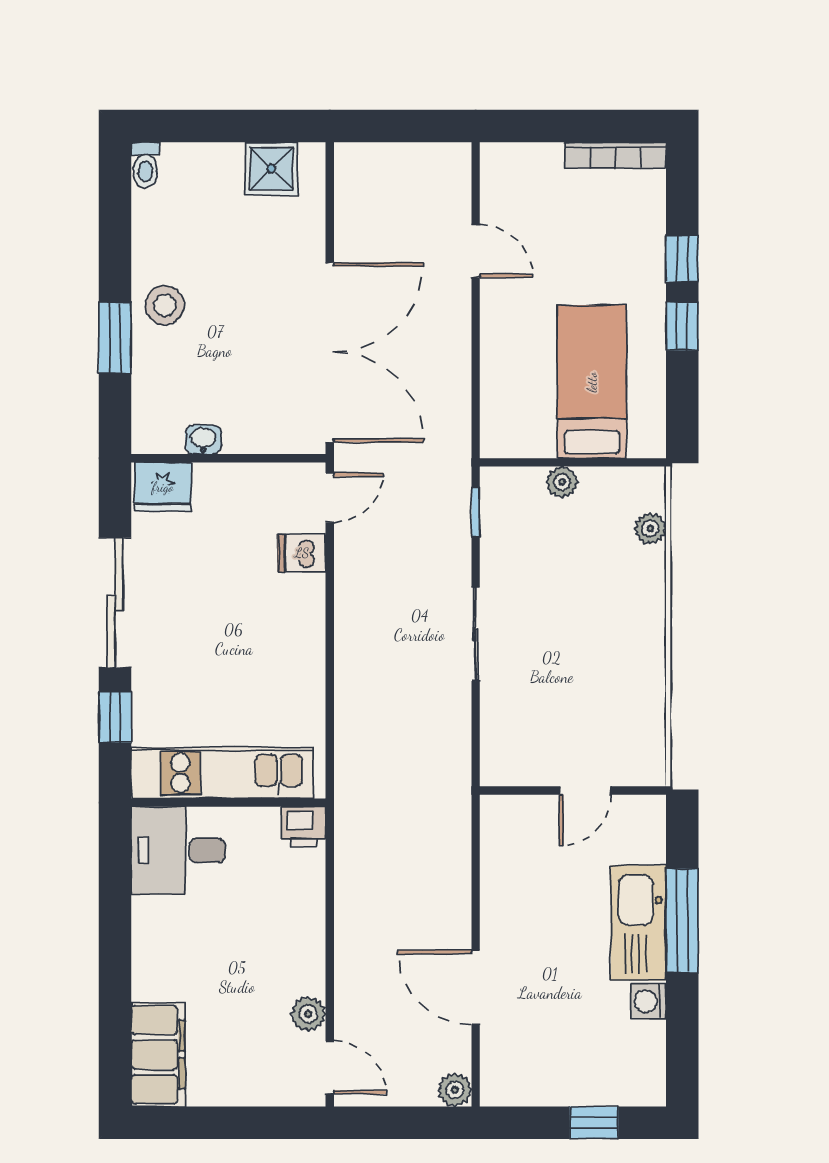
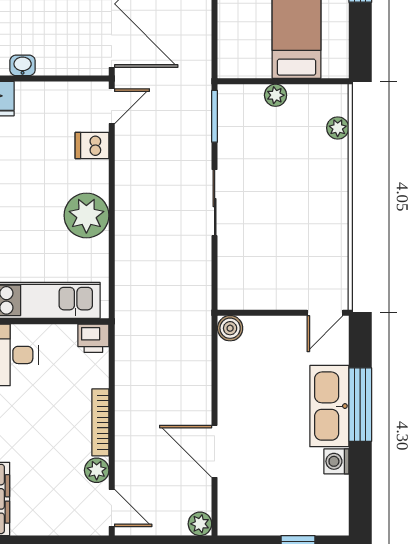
window: (476, 512) -> (215, 116), width x1.50
plant: (294, 653) -> (86, 215), added
door: (585, 790) -> (325, 313), moved
boiler: (498, 812) -> (230, 328), added
bookcase: (314, 946) -> (100, 422), added

